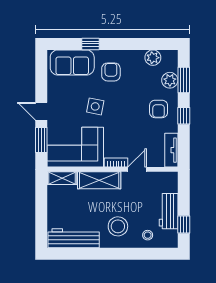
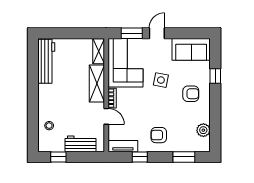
sofa: (72, 62) -> (191, 49), moved, turned -90
plant: (170, 80) -> (184, 145), removed
window: (184, 116) -> (140, 157), moved
workbench: (169, 211) -> (81, 144), moved
stool: (118, 226) -> (57, 100), removed

